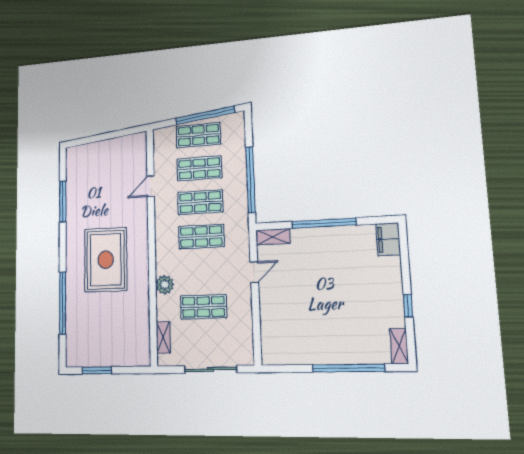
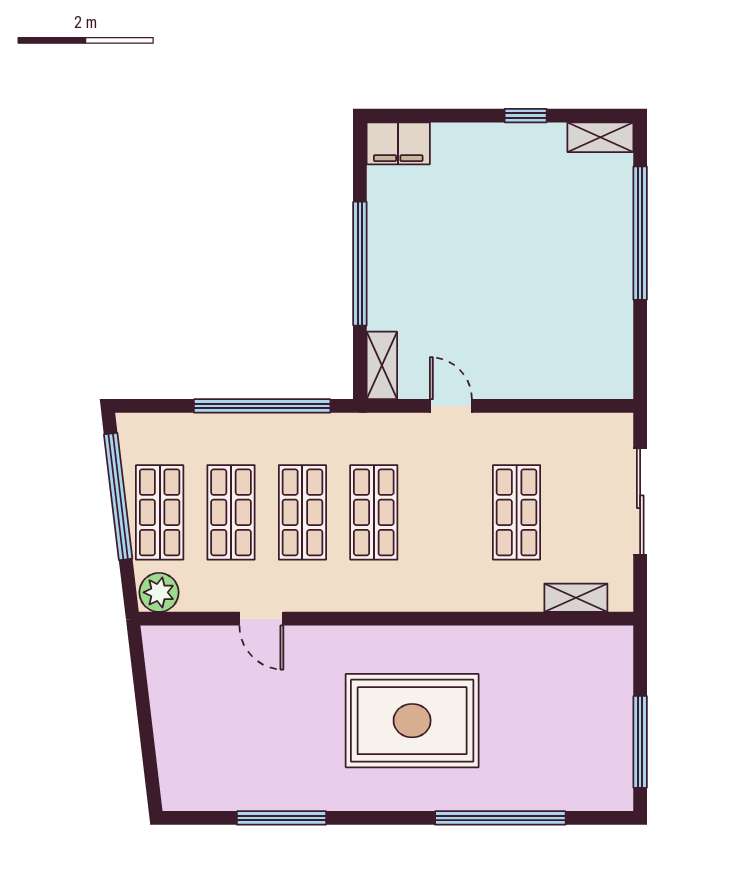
plant: (165, 285) -> (159, 592), moved
window: (97, 370) -> (640, 742), width x1.44

